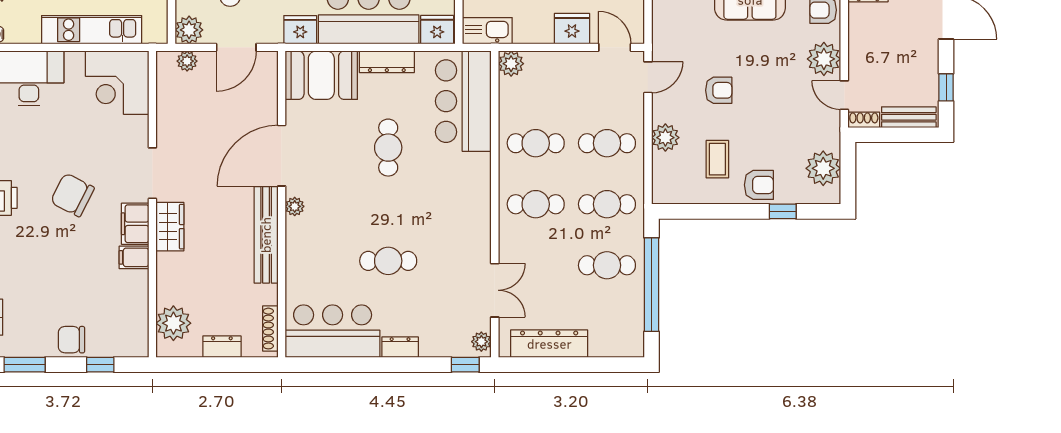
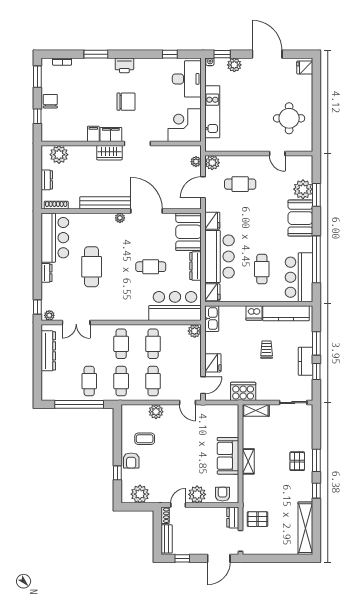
door: (236, 47) -> (203, 187), hinge flipped
armchair: (719, 90) -> (181, 439), removed
chair: (72, 195) -> (126, 102), turned 63
cafe table: (388, 261) -> (92, 267), width x1.37, depth x1.35

